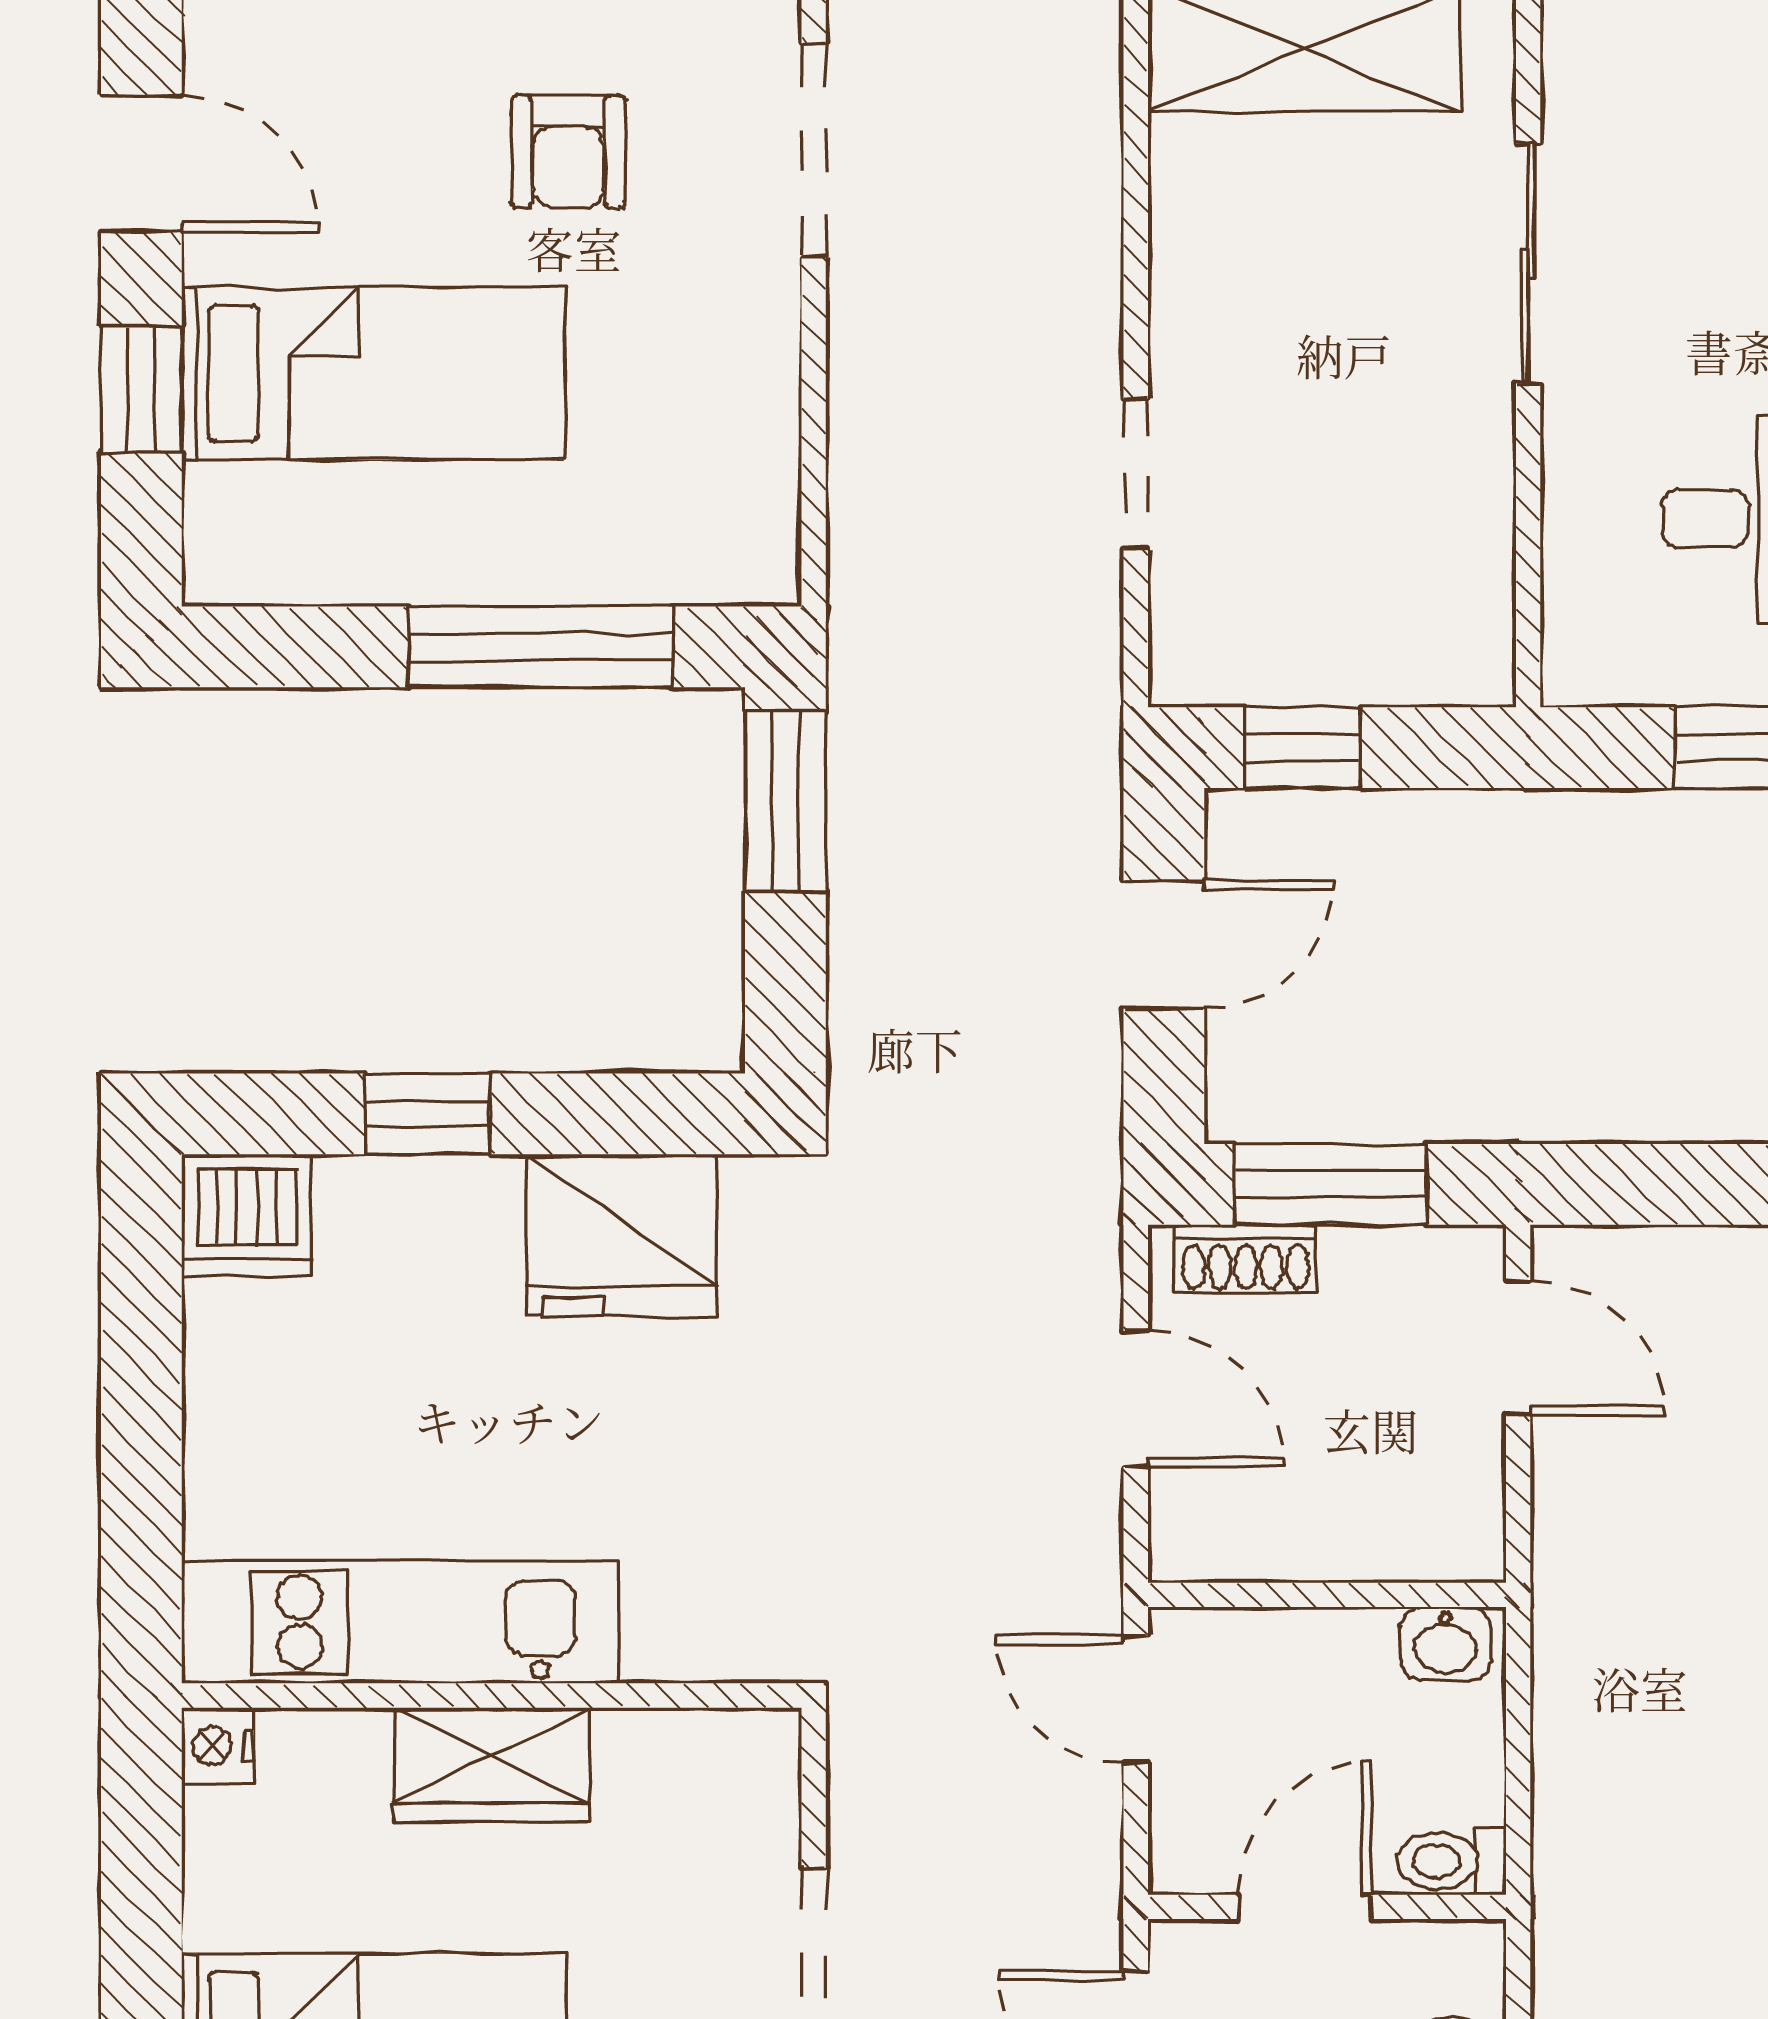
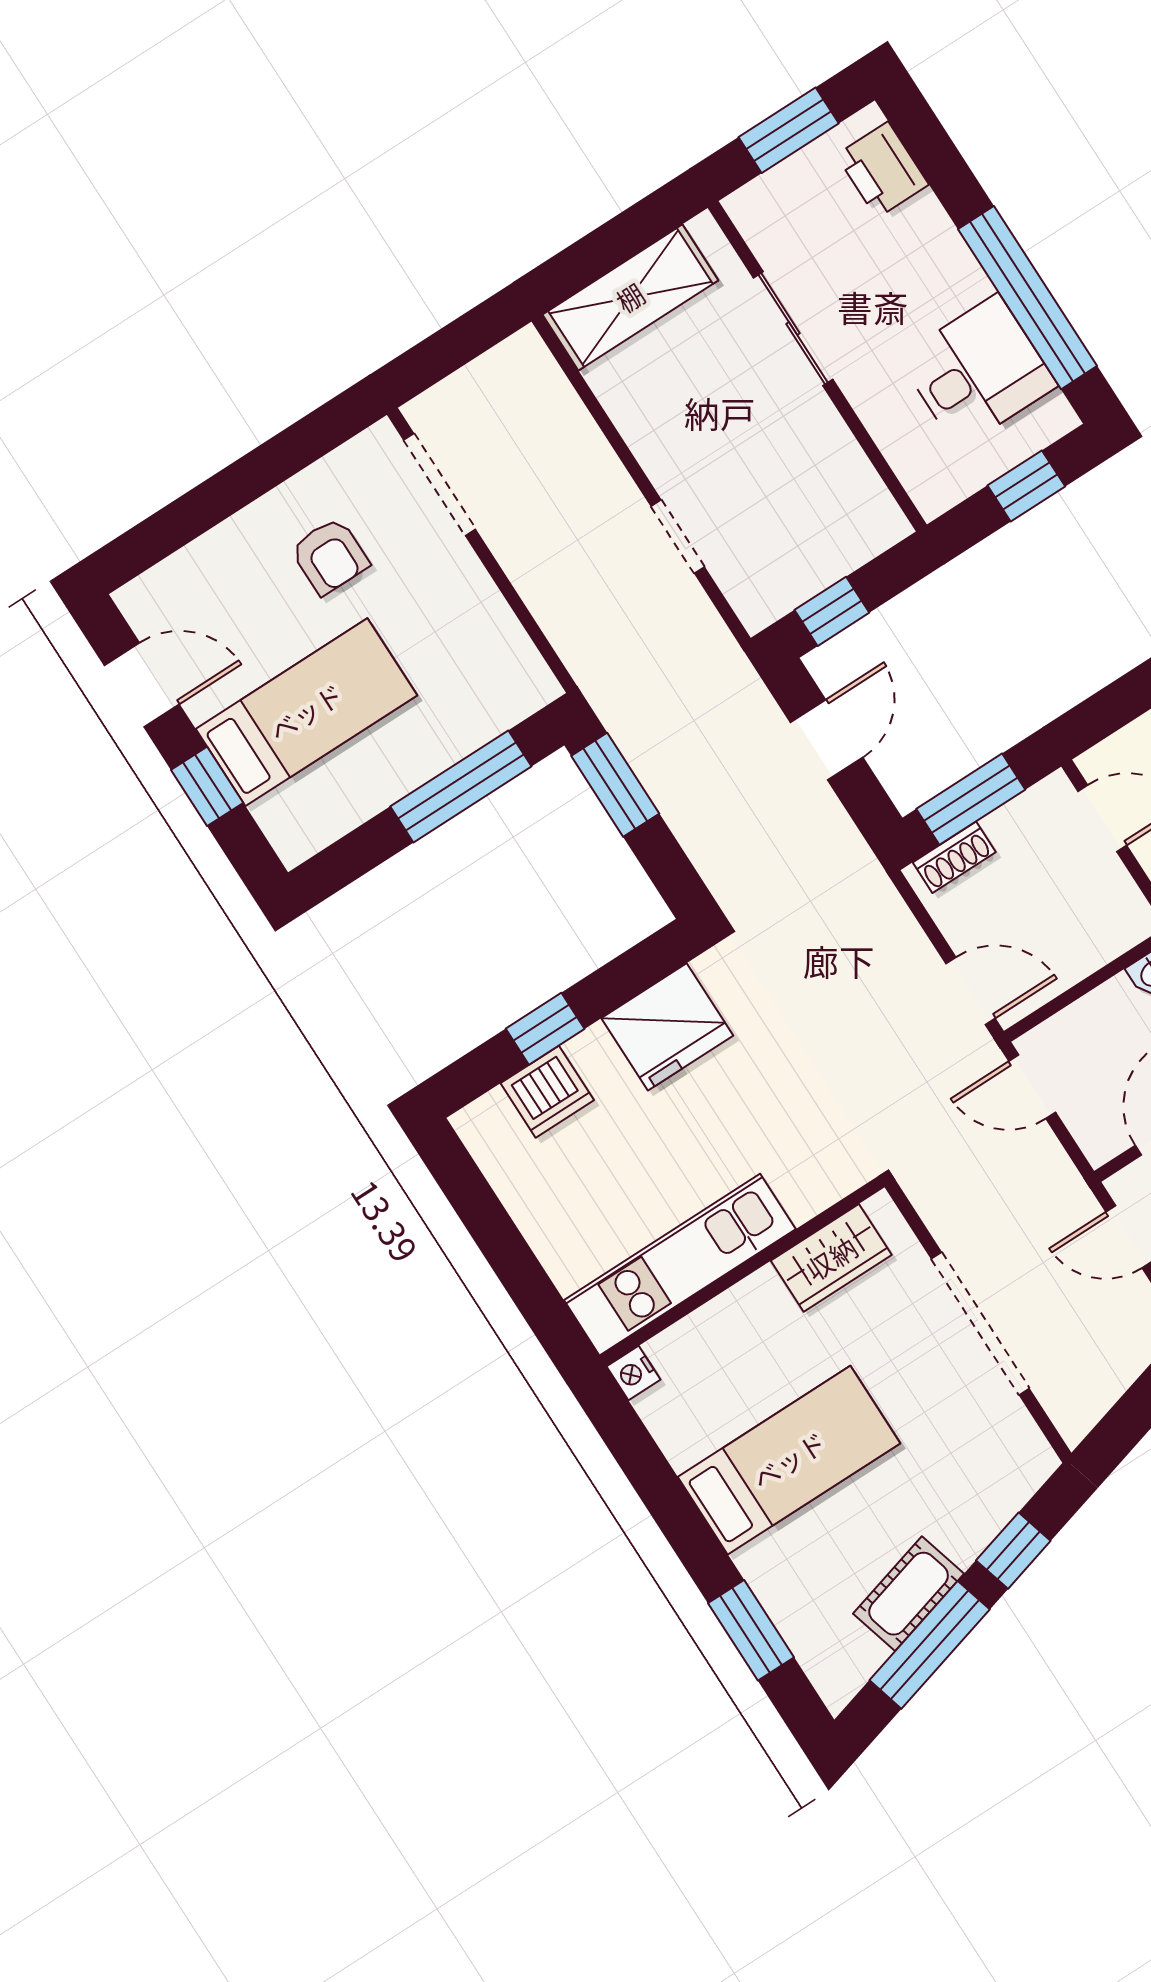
dishwasher: (247, 1215) -> (547, 1092), moved
door: (1136, 1399) -> (971, 991), moved
wardrobe: (491, 1765) -> (831, 1258), moved

